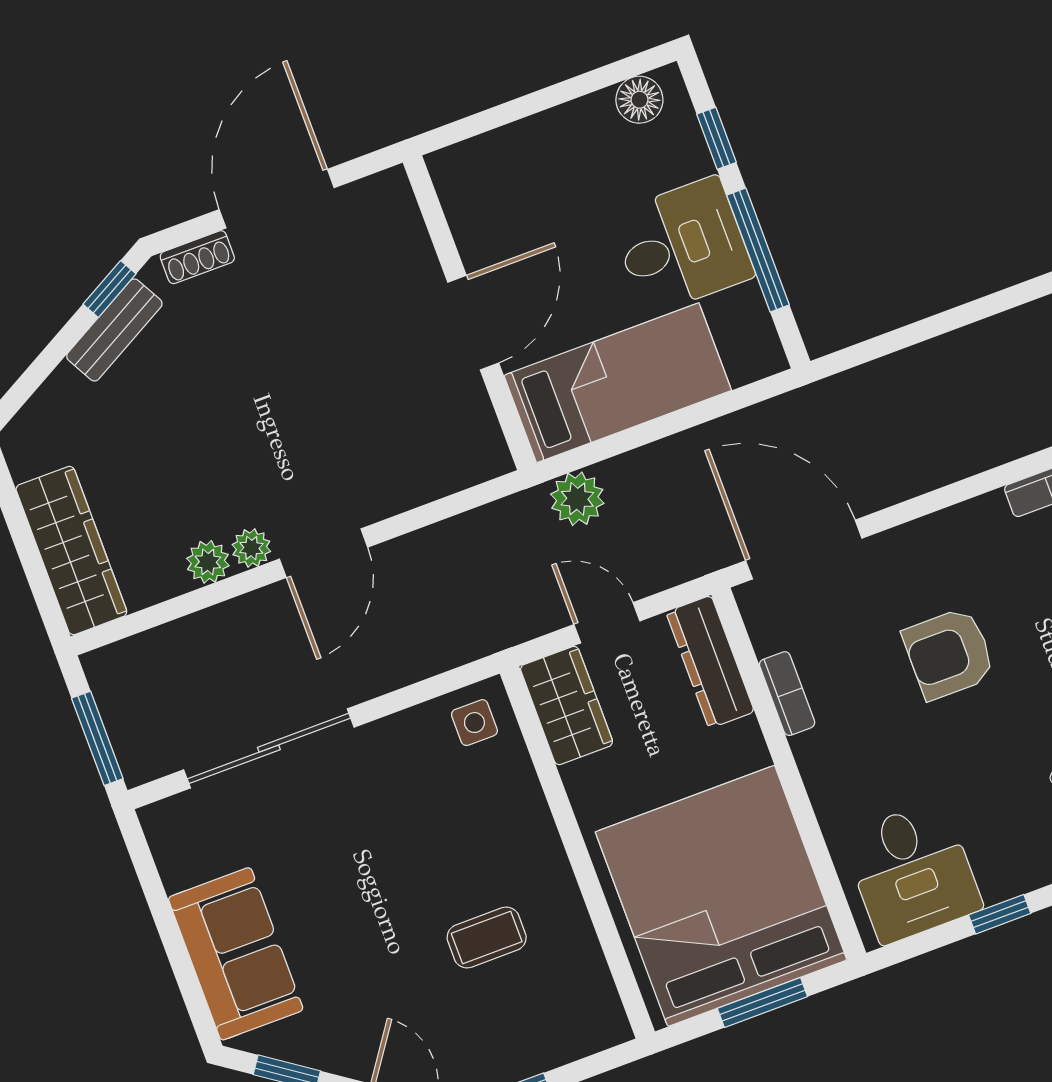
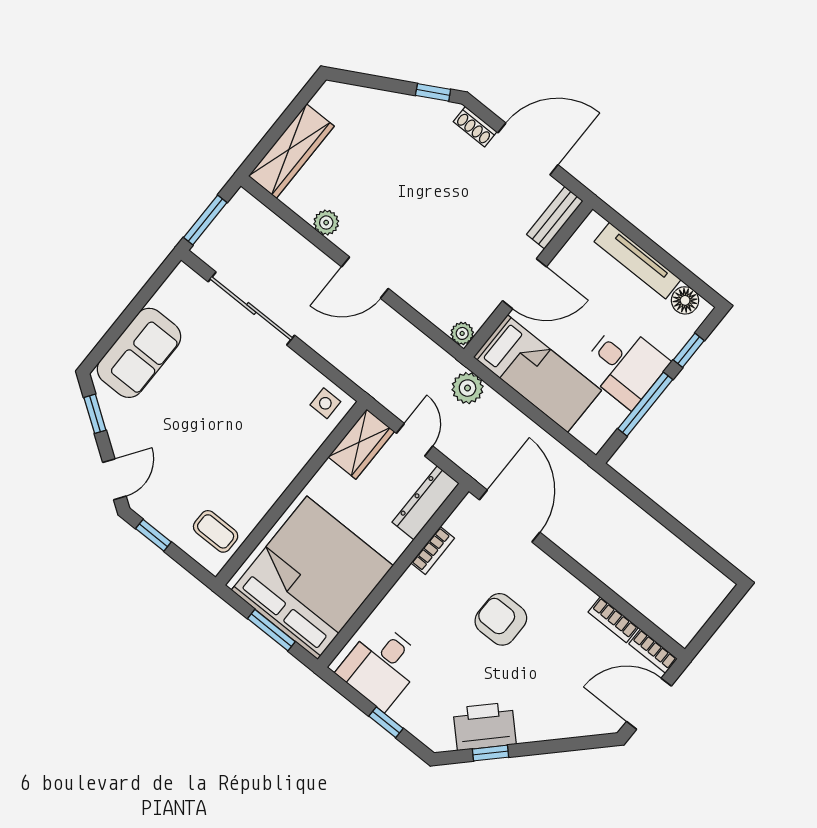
tv unit: (539, 135) -> (638, 261), added
bench: (114, 330) -> (555, 218), moved, turned -61
plant: (251, 548) -> (462, 333), moved
coffee table: (487, 938) -> (216, 531), moved

